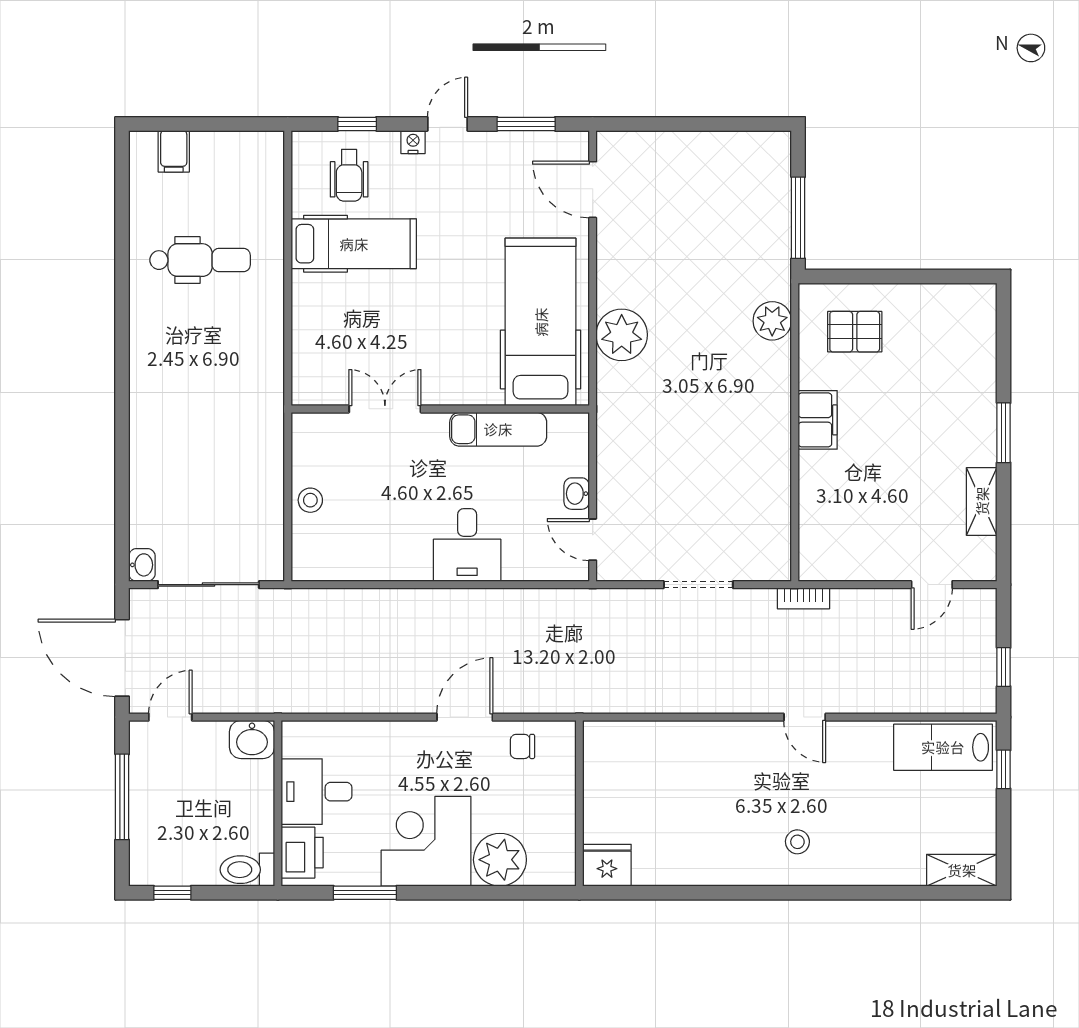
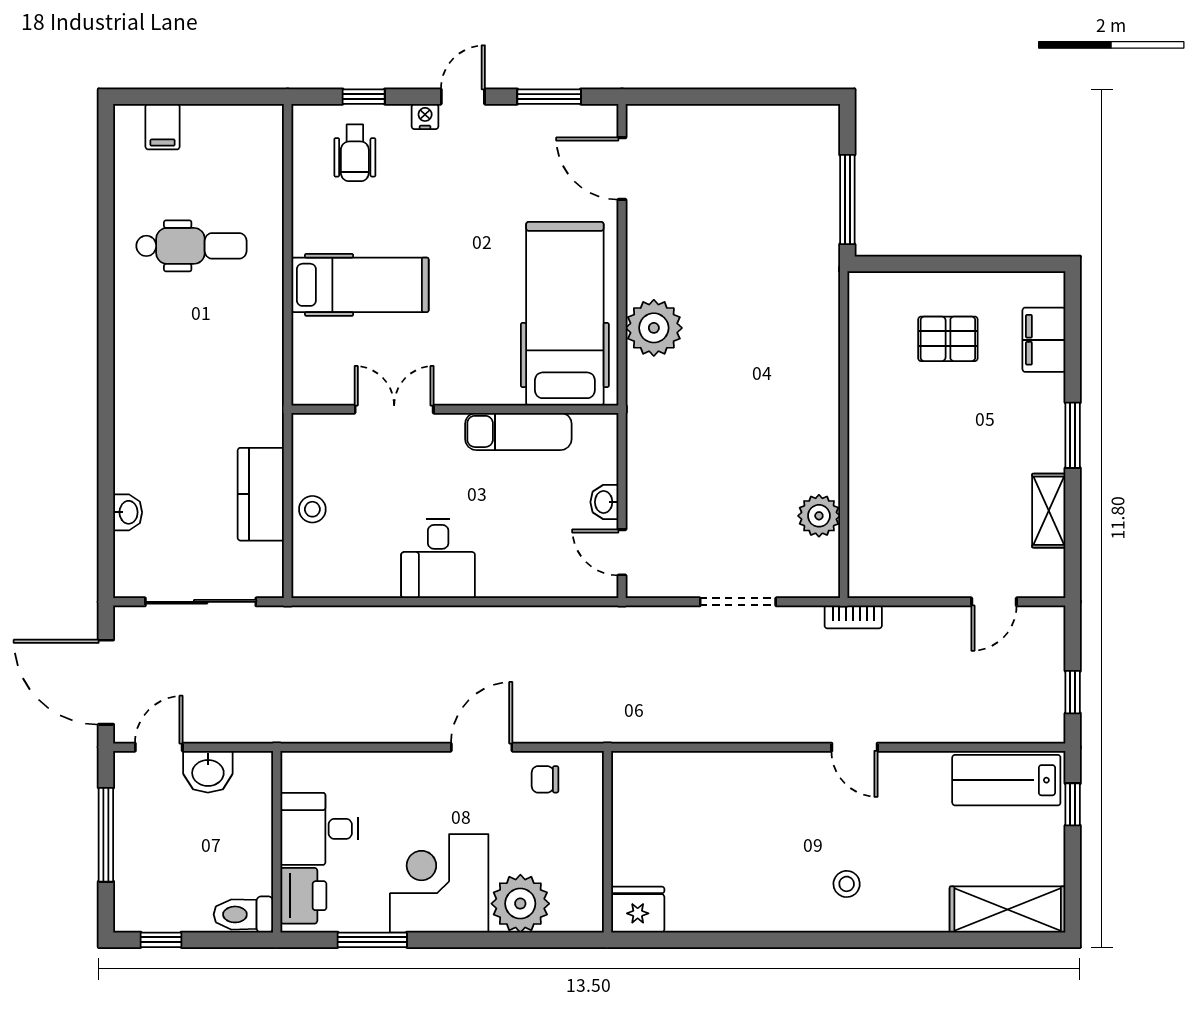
hospital bed: (354, 244) -> (360, 285), moved
plant: (772, 321) -> (819, 516), moved
pallet: (855, 332) -> (948, 339), moved
filing cabinet: (818, 420) -> (1044, 340), moved, turned 180
kitchen counter: (263, 486) -> (261, 494), added
desk: (467, 545) -> (438, 558), moved
washbasin: (142, 565) -> (128, 512), moved
washbasin: (252, 739) -> (208, 772), moved
shelving: (962, 870) -> (1008, 909), width x1.50, depth x1.33

